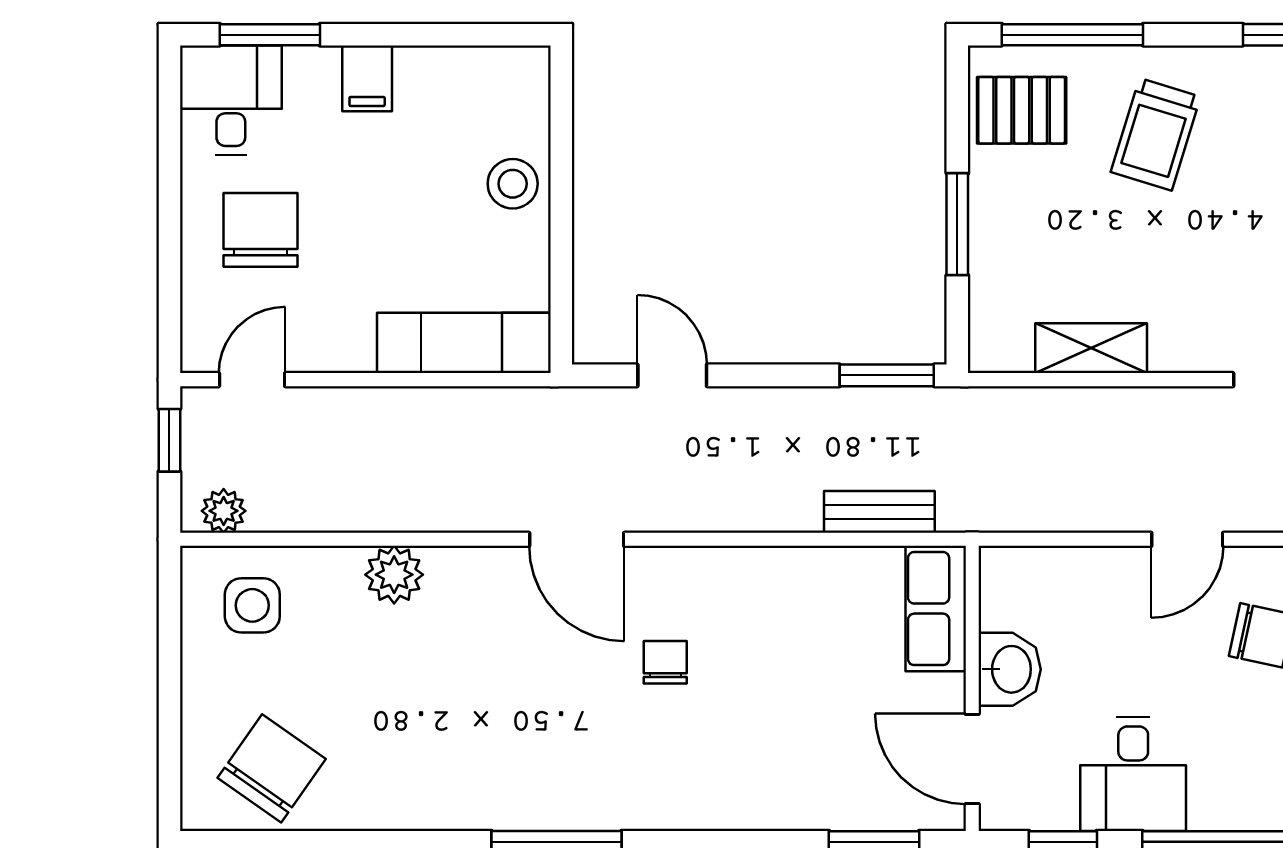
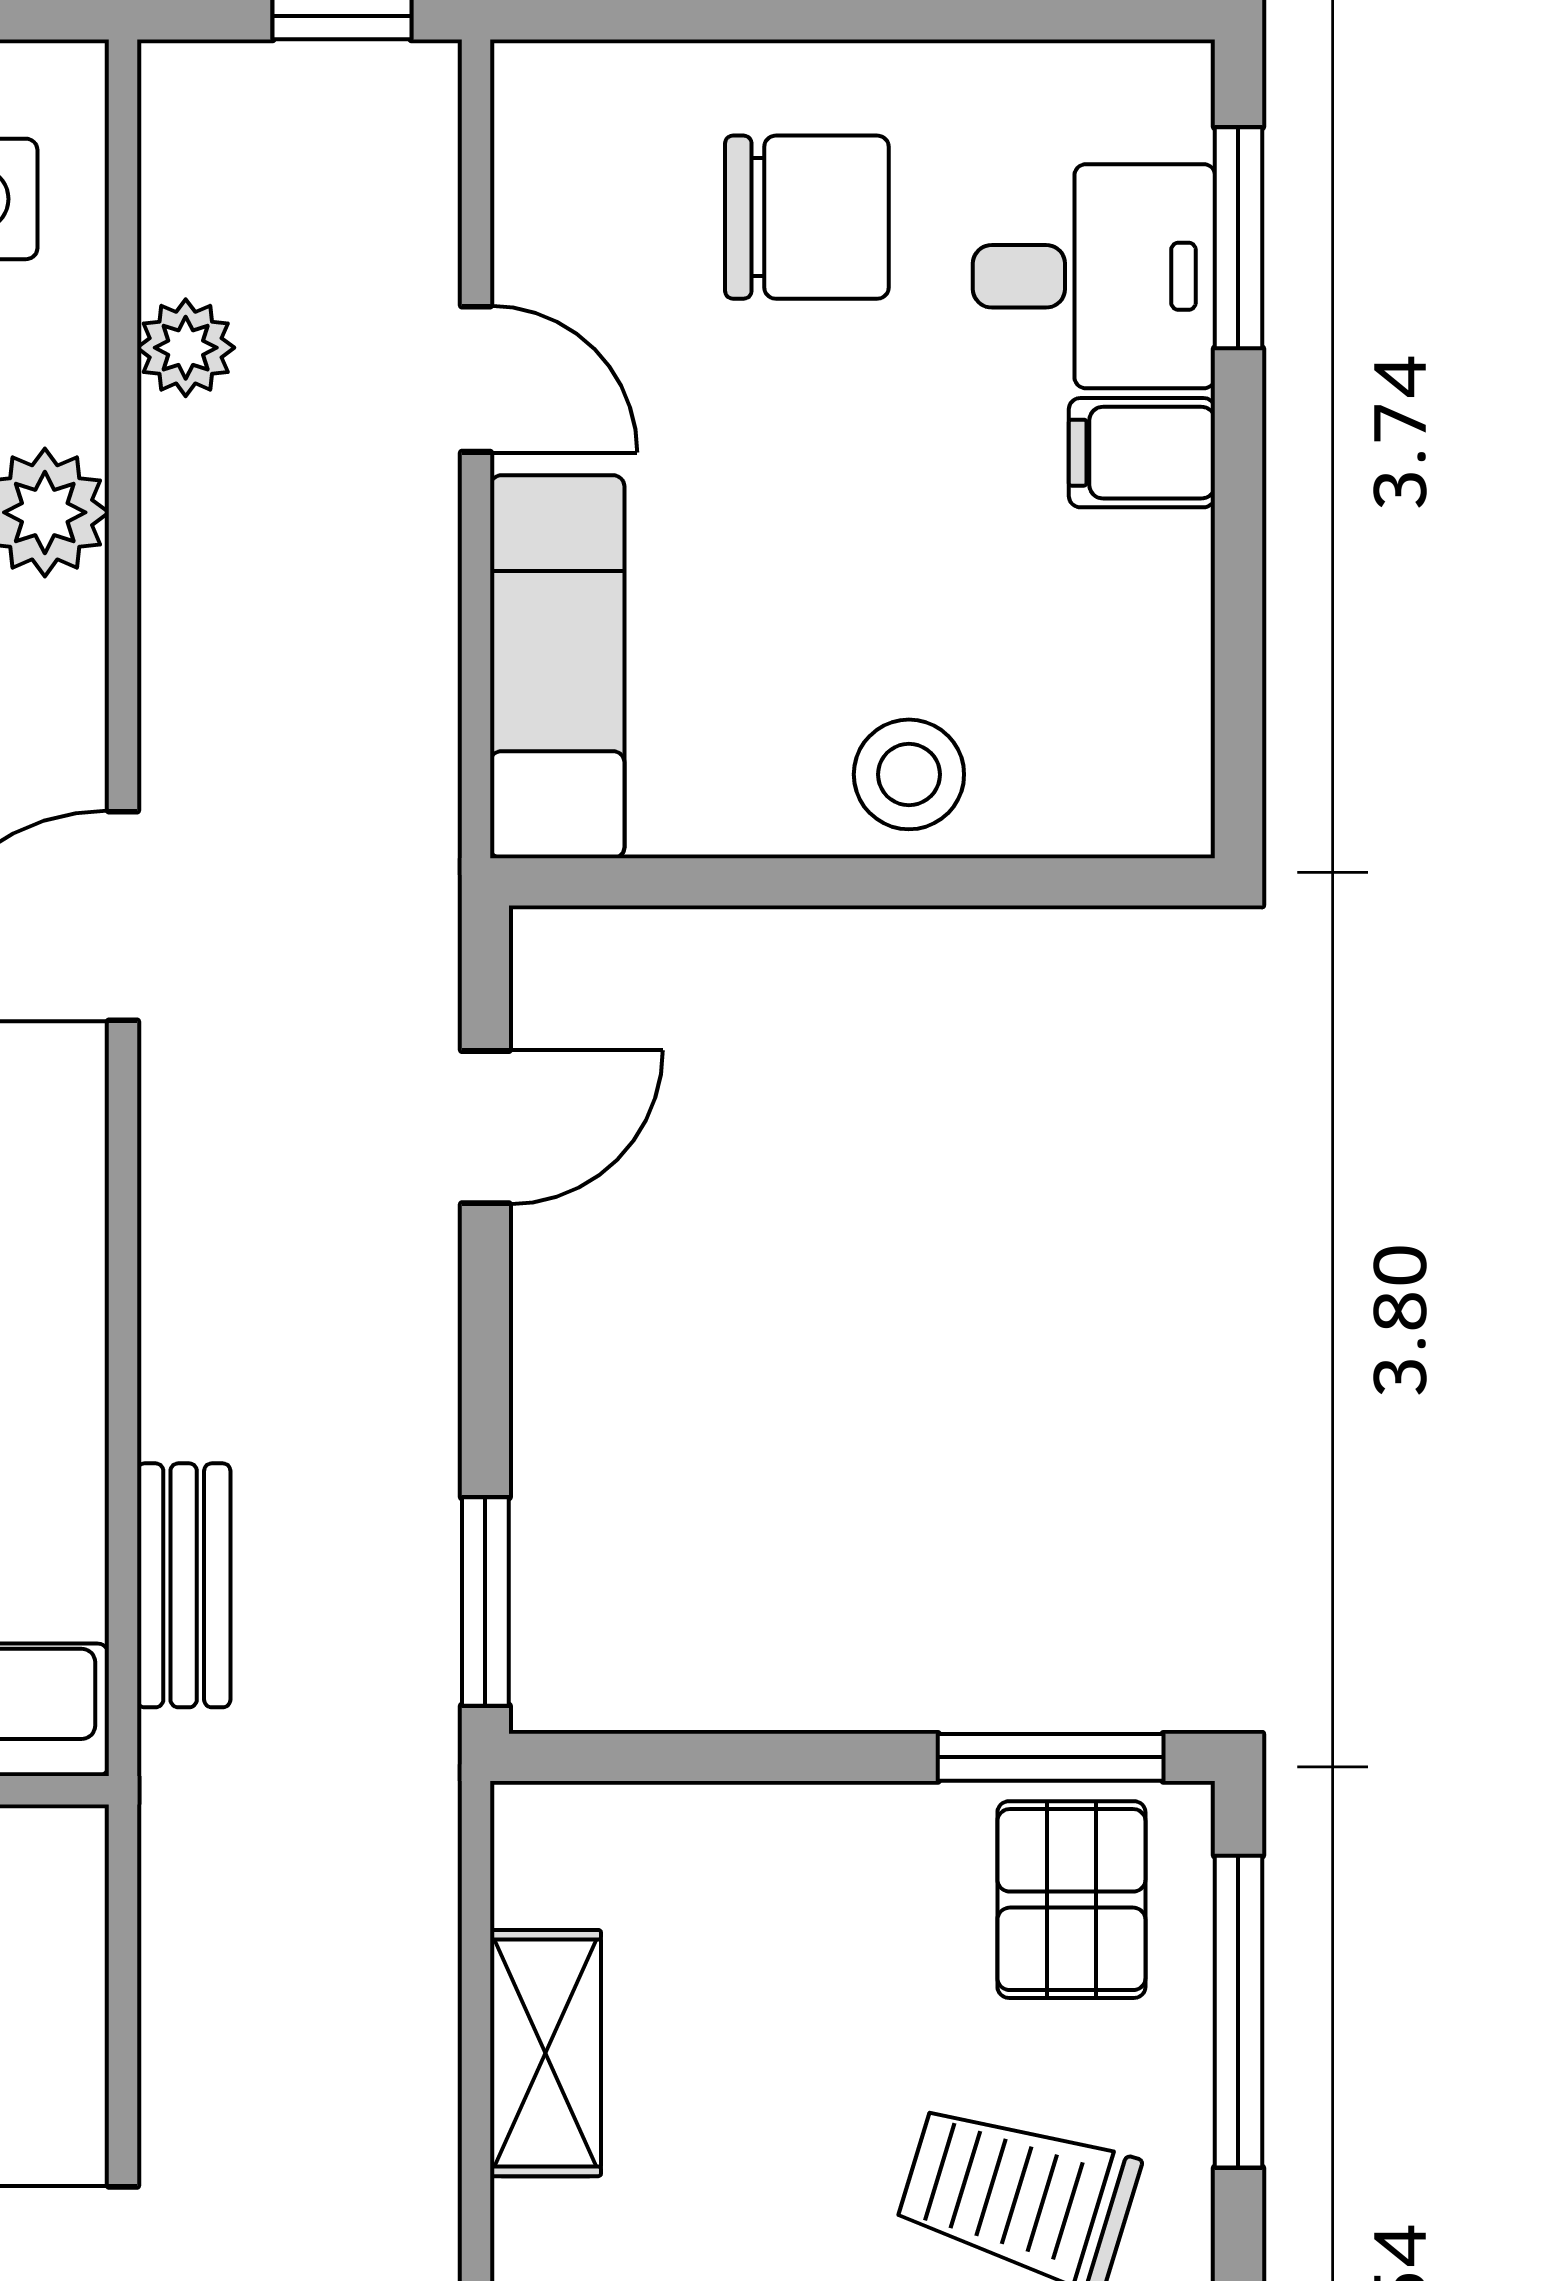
desk: (231, 100) -> (1094, 276), moved
window: (957, 224) -> (1051, 1757), moved
door: (252, 380) -> (476, 379), moved
plant: (224, 511) -> (186, 348), moved

